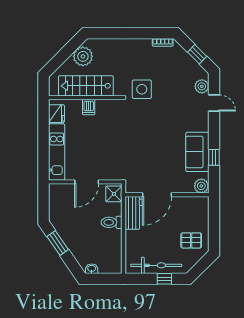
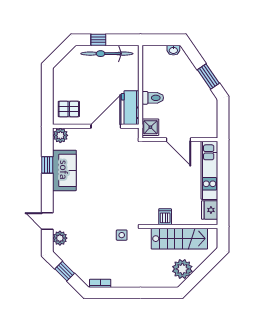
side table: (142, 89) -> (122, 235), width x0.54, depth x0.54
dishwasher: (89, 107) -> (165, 217), moved
door: (87, 182) -> (178, 140), swing flipped
pallet: (191, 240) -> (69, 109), moved

